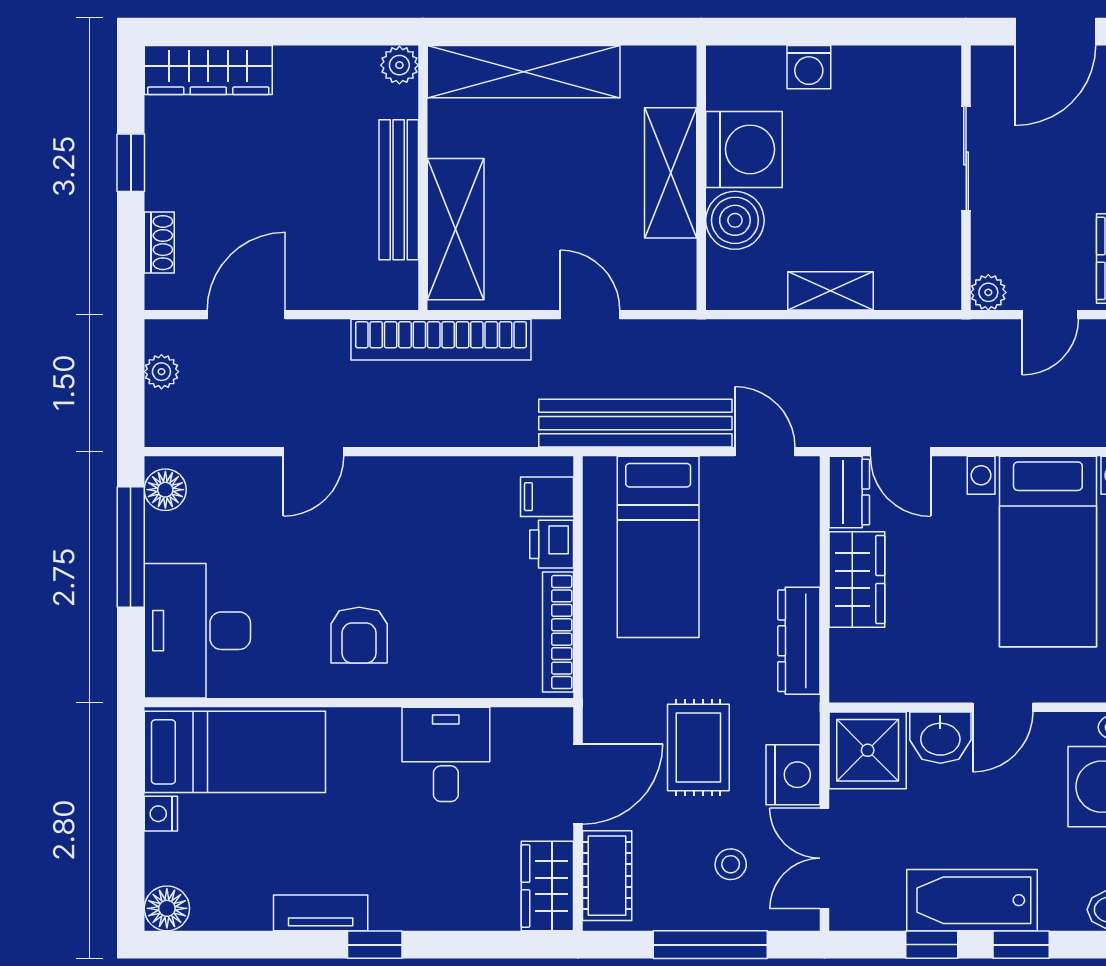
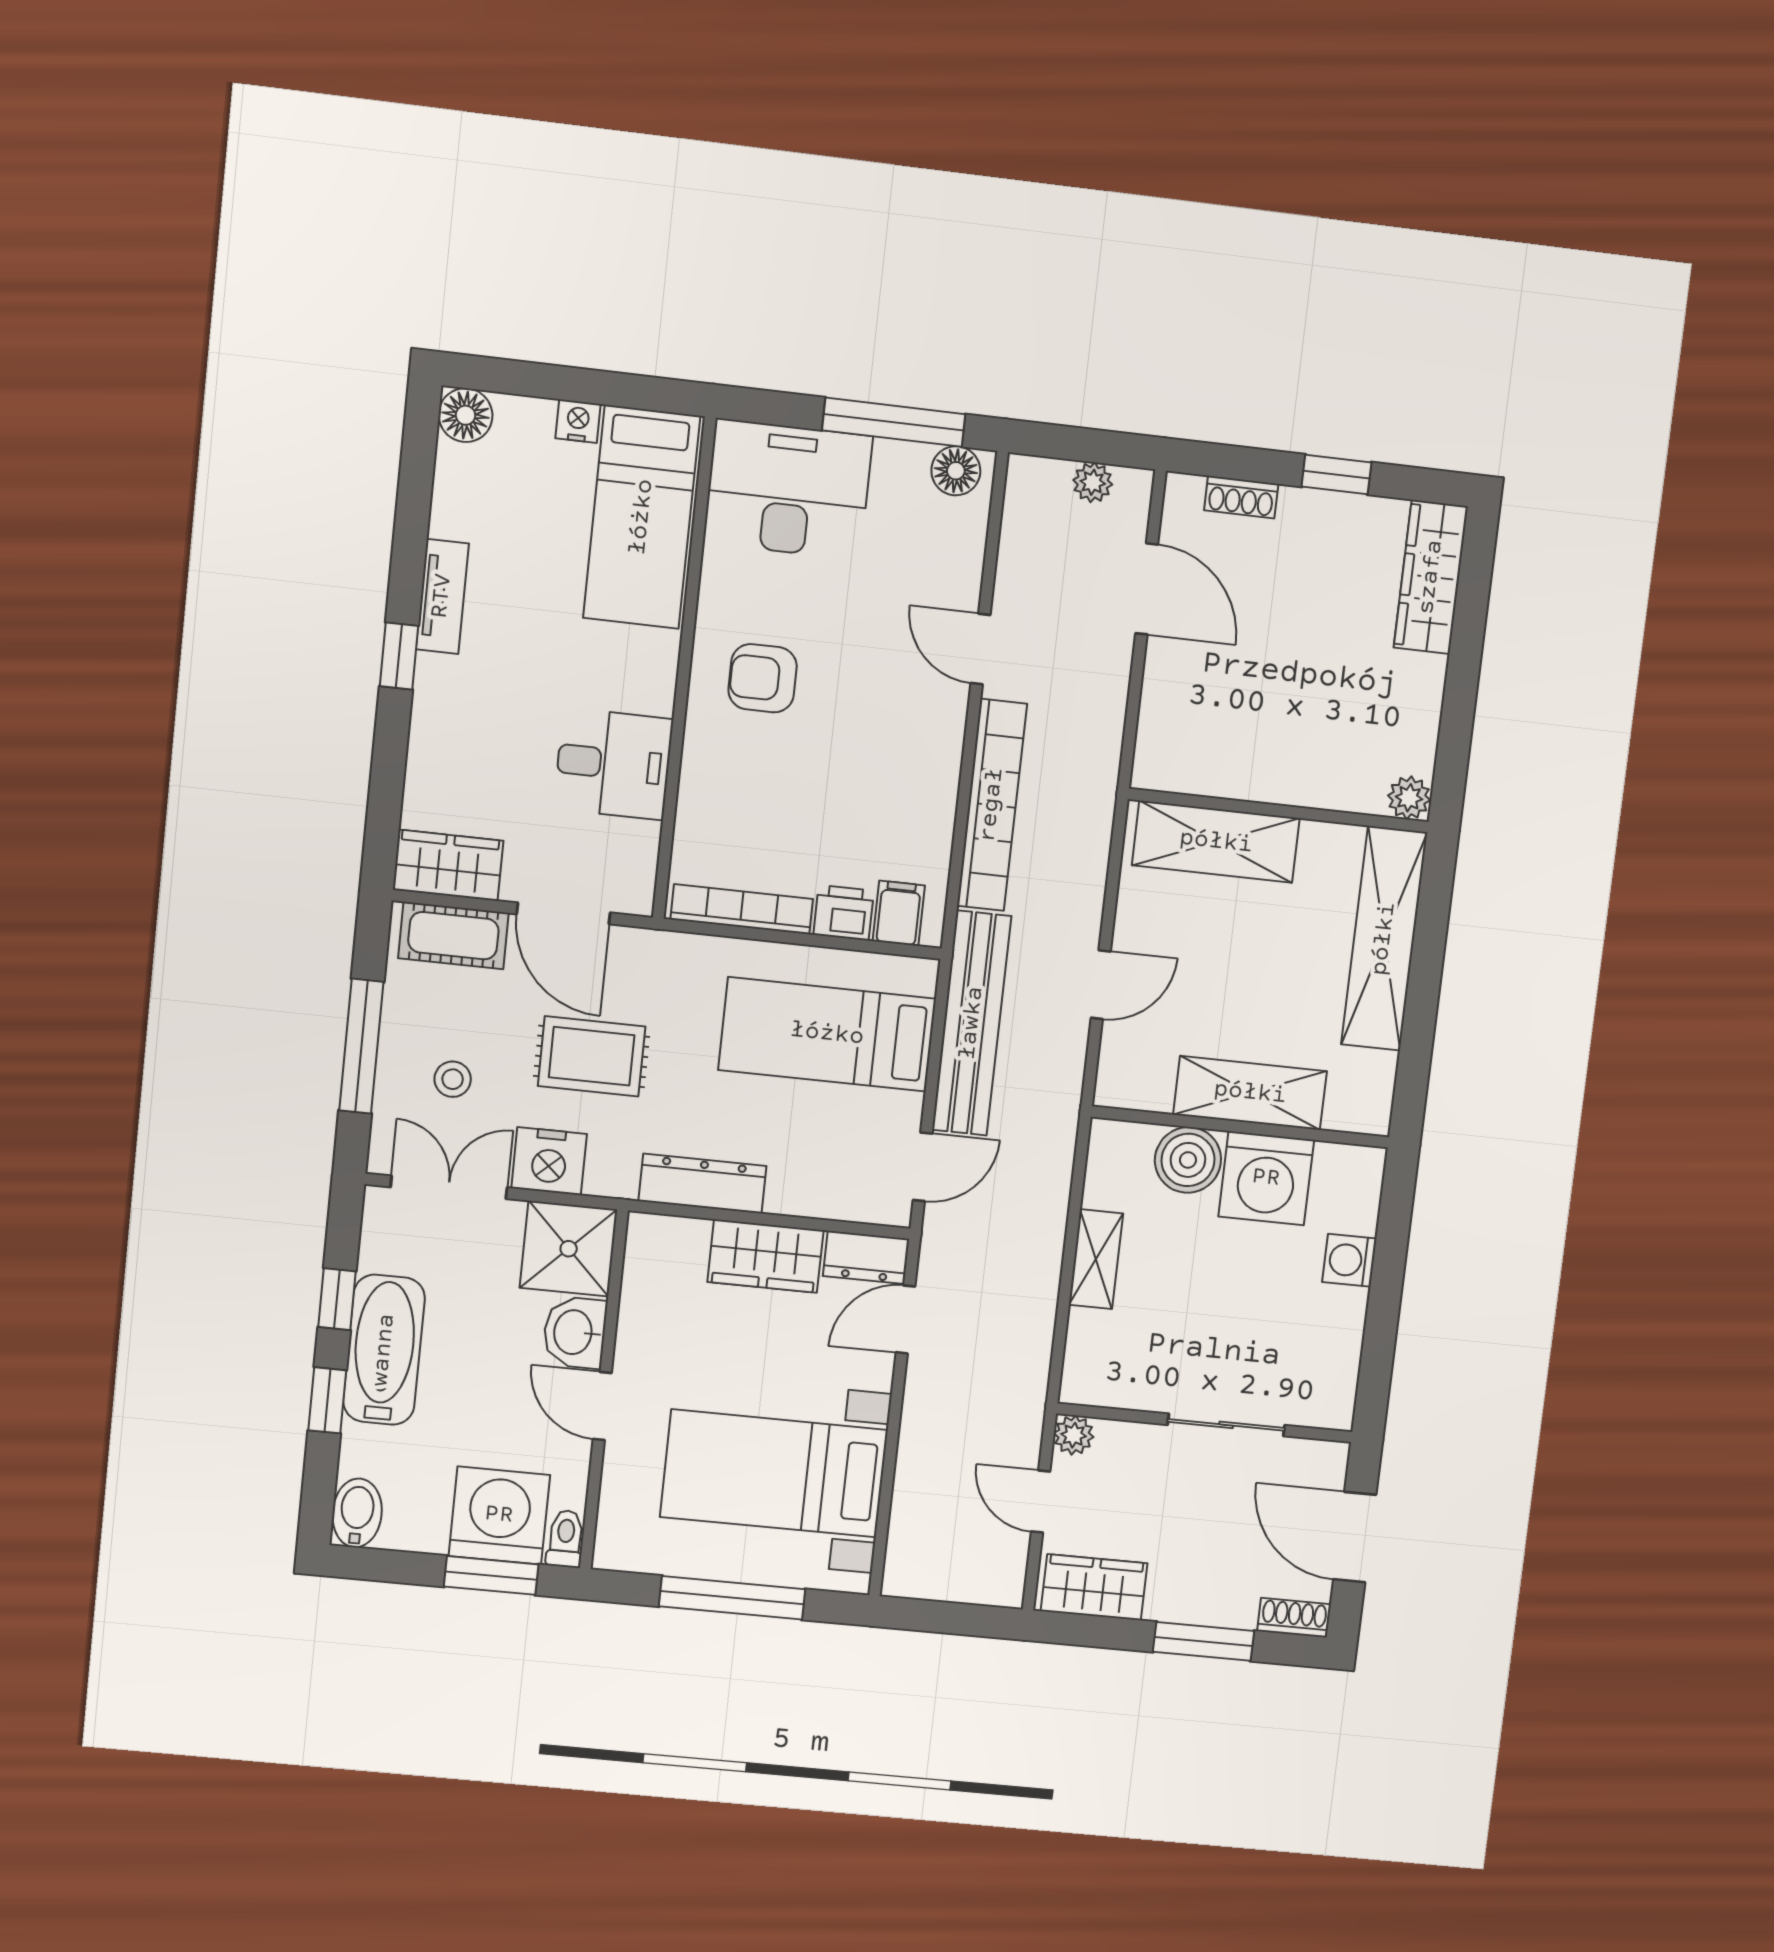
bench: (399, 190) -> (1268, 781), removed
bookcase: (441, 340) -> (992, 805), moved, turned 180

